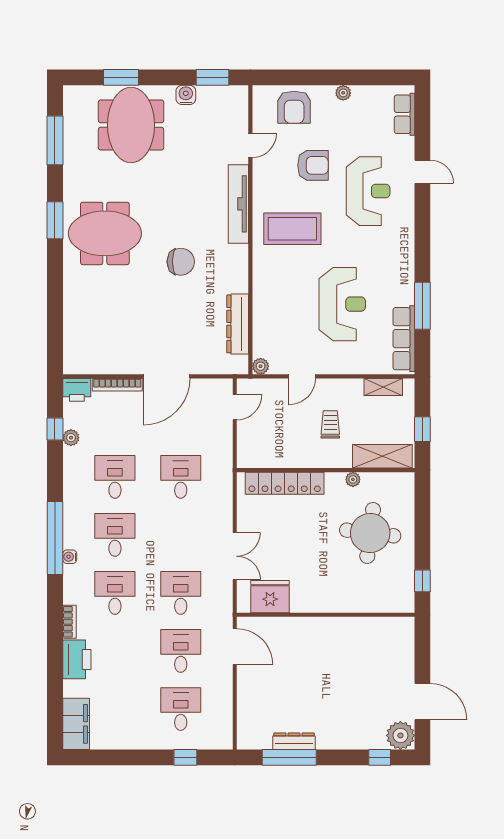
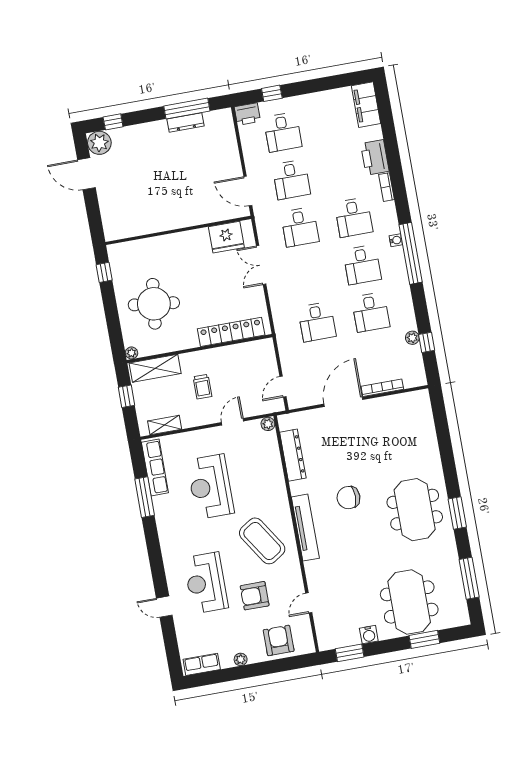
row of seats: (404, 114) -> (202, 664), moved, turned -90
tv unit: (238, 204) -> (305, 528), moved
coffee table: (292, 229) -> (262, 541), turned 57
meeting table: (105, 233) -> (415, 510), turned 90
printer: (77, 390) -> (247, 114), moved, turned 180
plant: (353, 479) -> (131, 353), moved

